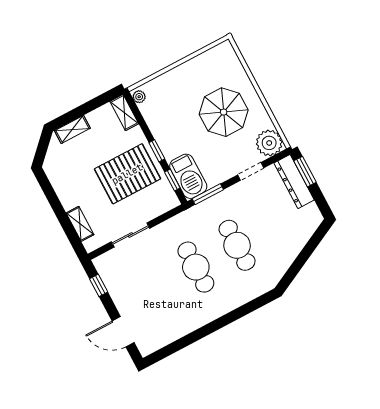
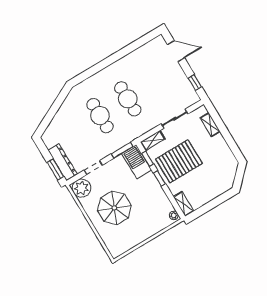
shelving: (72, 129) -> (153, 141), moved

